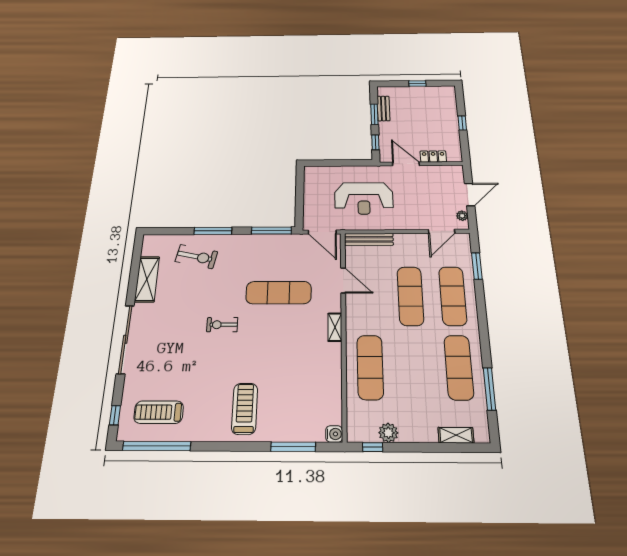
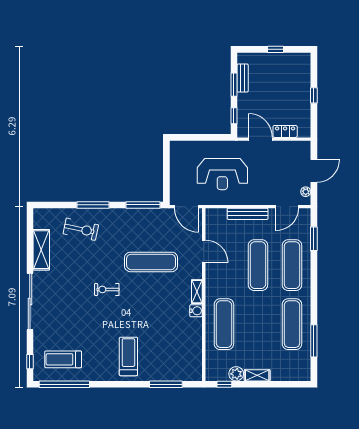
bench: (369, 239) -> (248, 214), moved
water cooler: (334, 434) -> (196, 311), moved
shelving: (456, 435) -> (257, 375), moved

